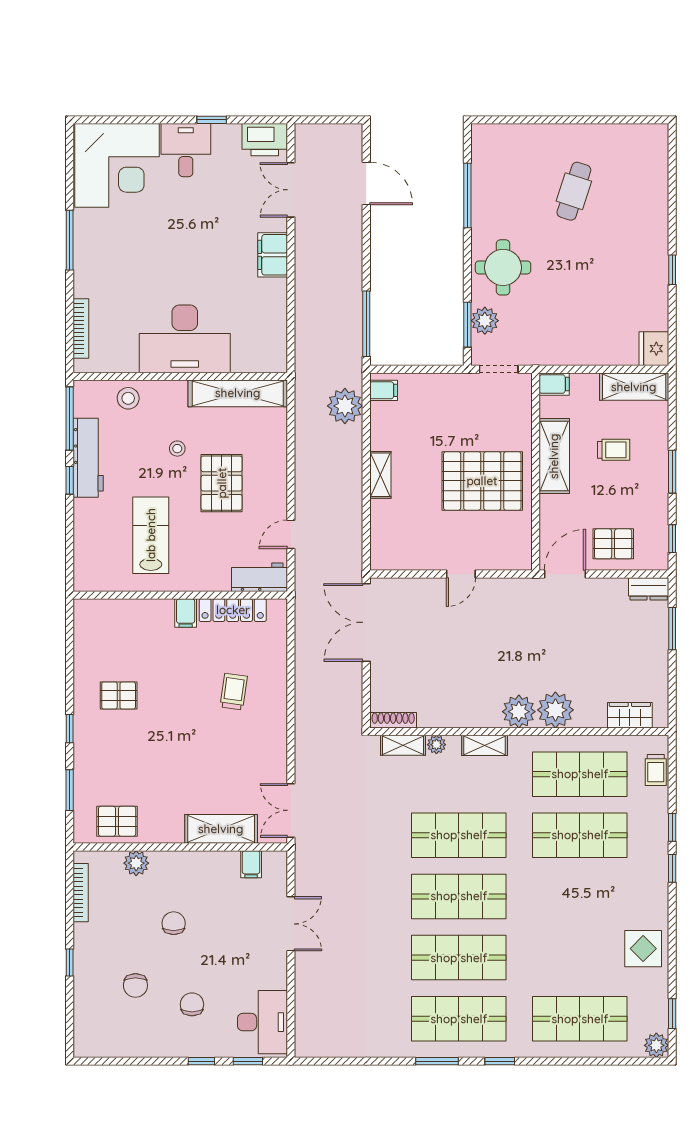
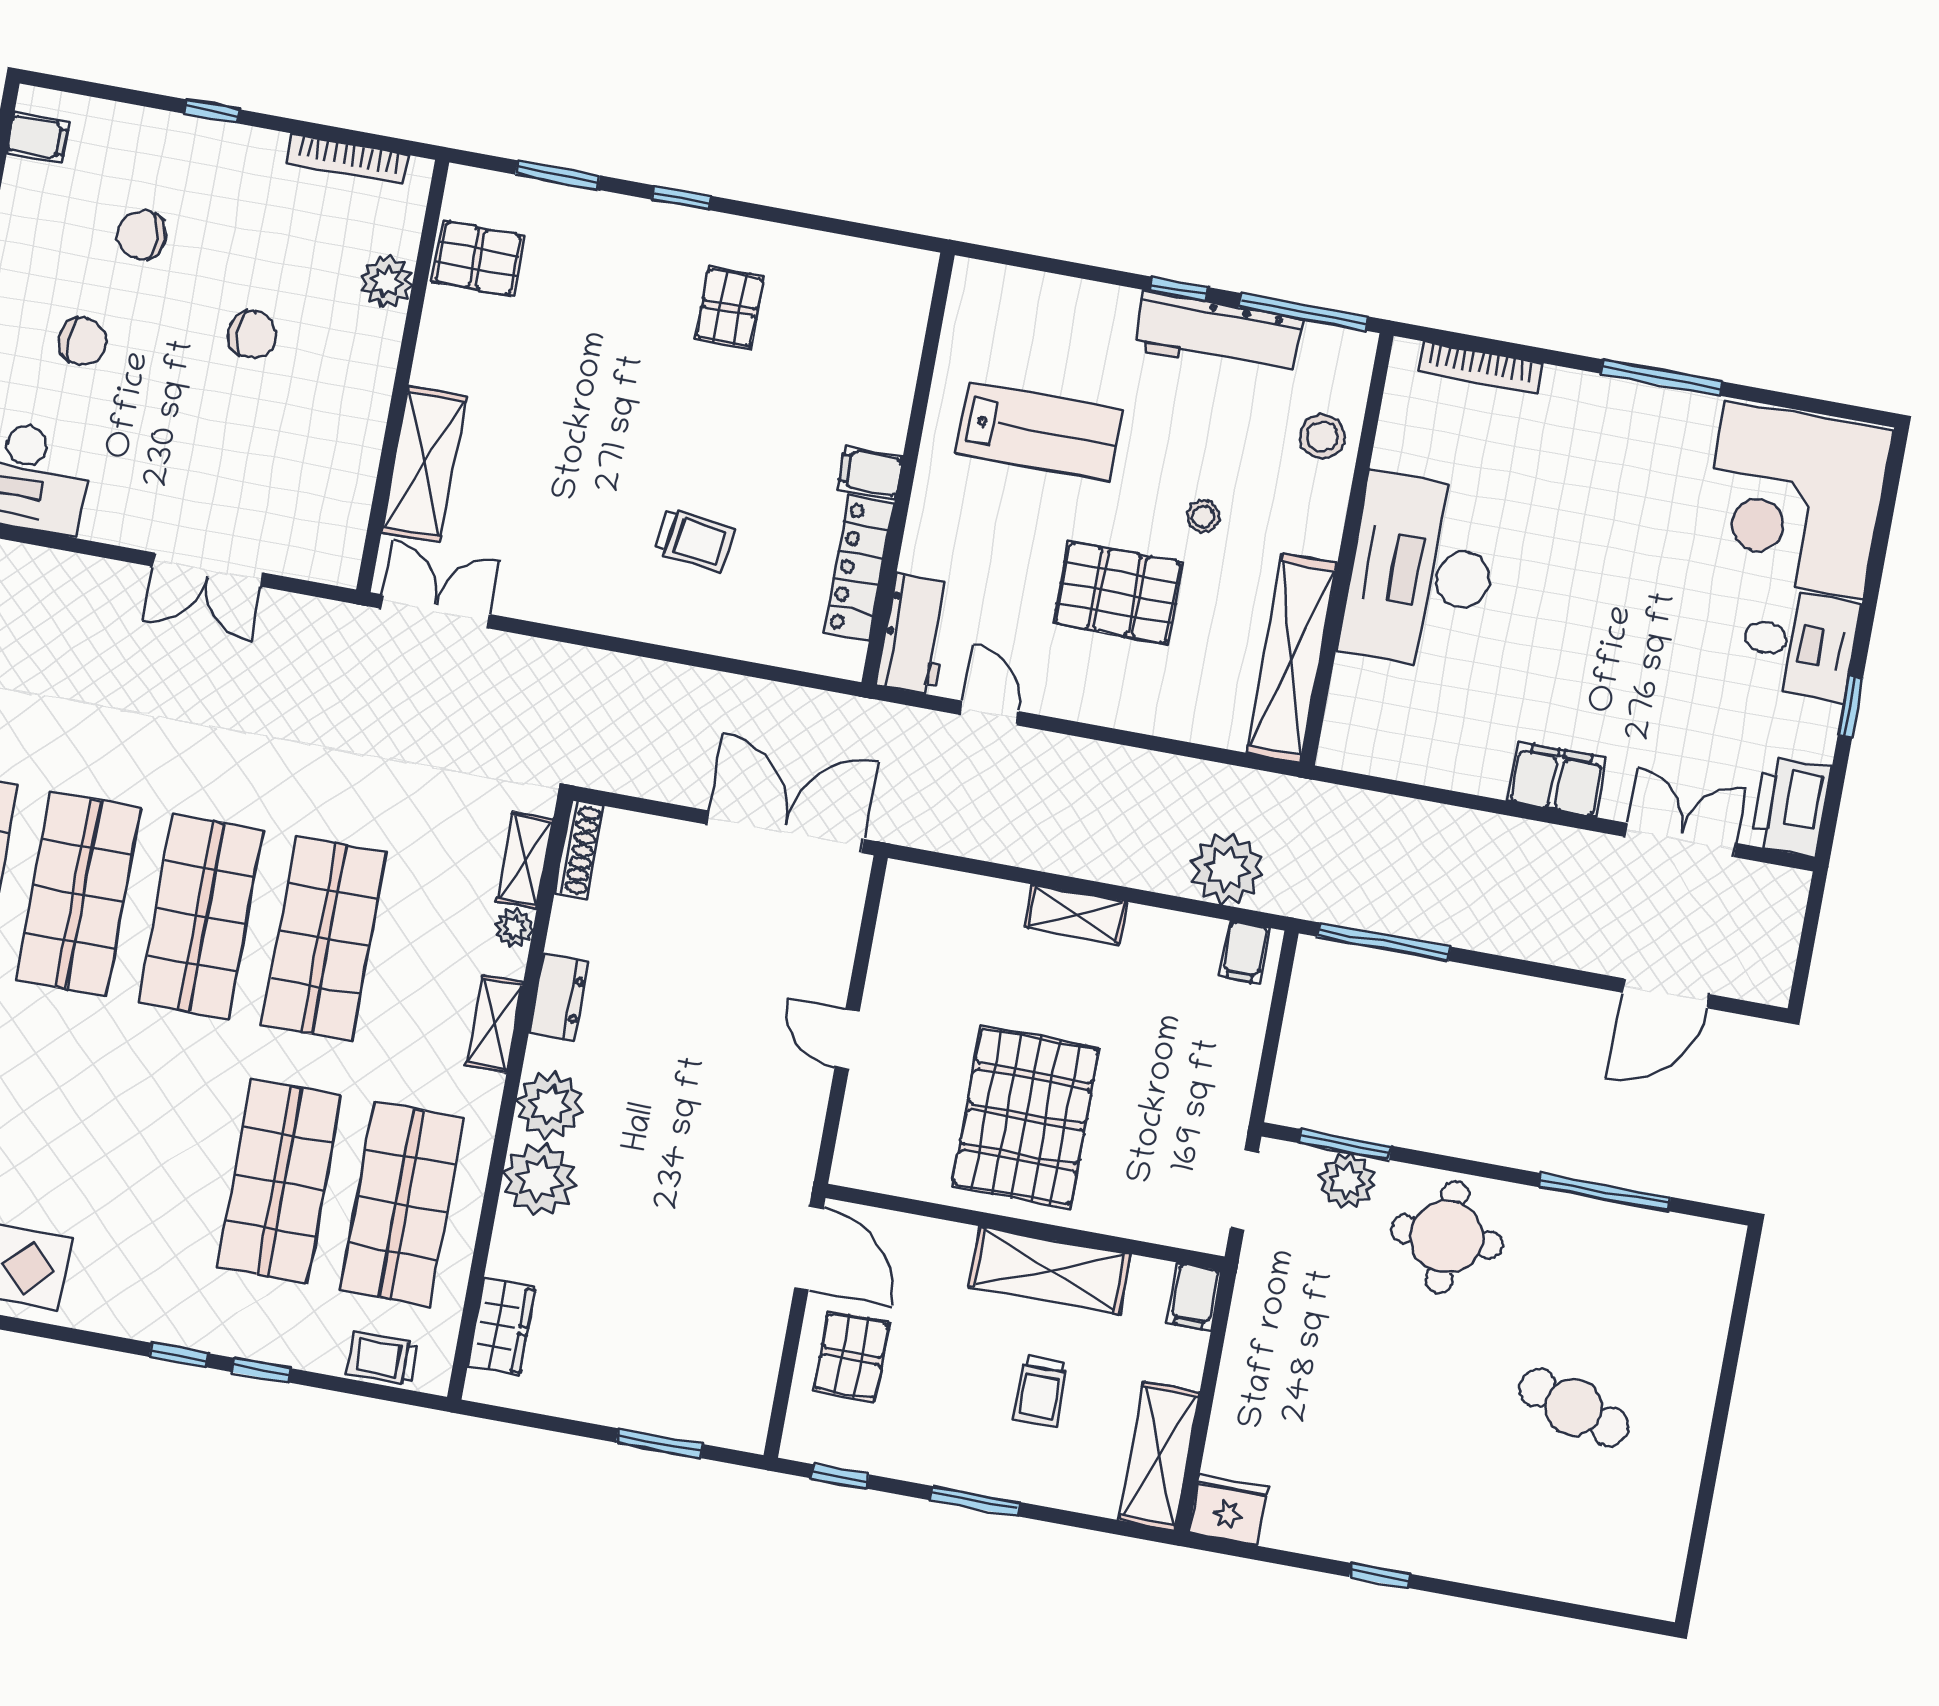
dresser: (649, 589) -> (559, 997), moved, turned 180
pallet: (117, 821) -> (478, 258), turned 90
filing cabinet: (251, 864) -> (38, 138), moved, turned 180

